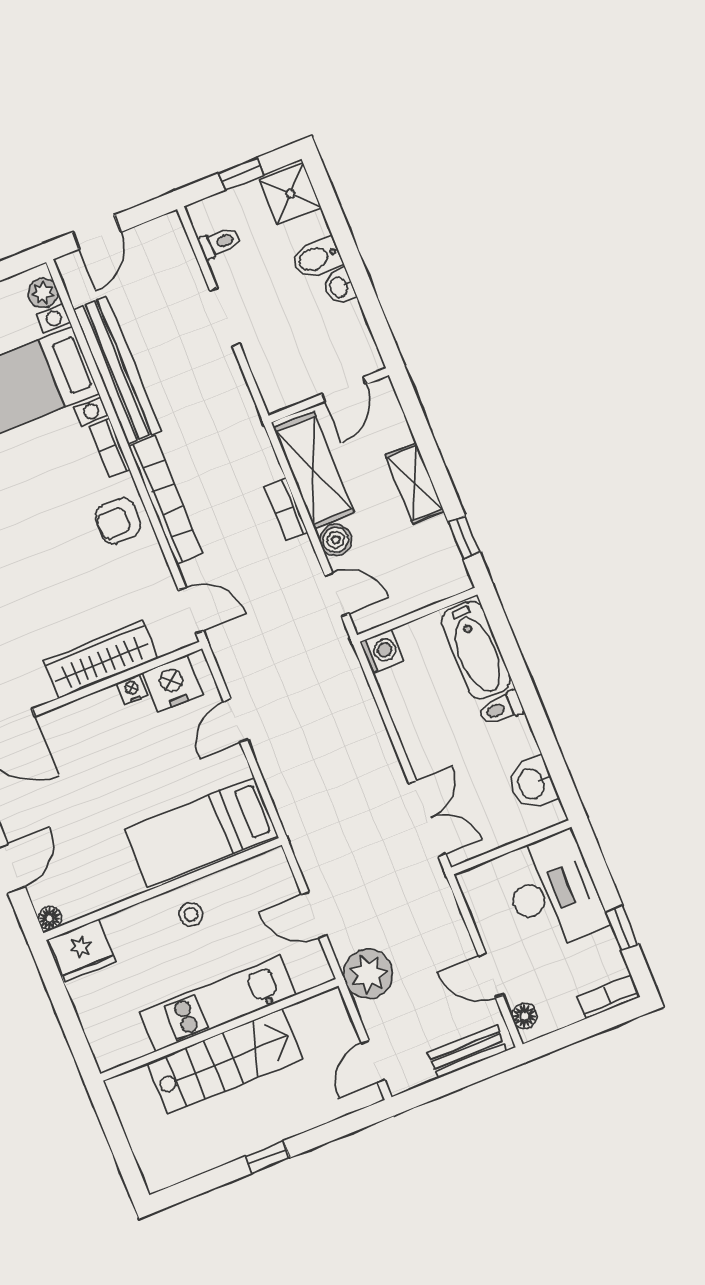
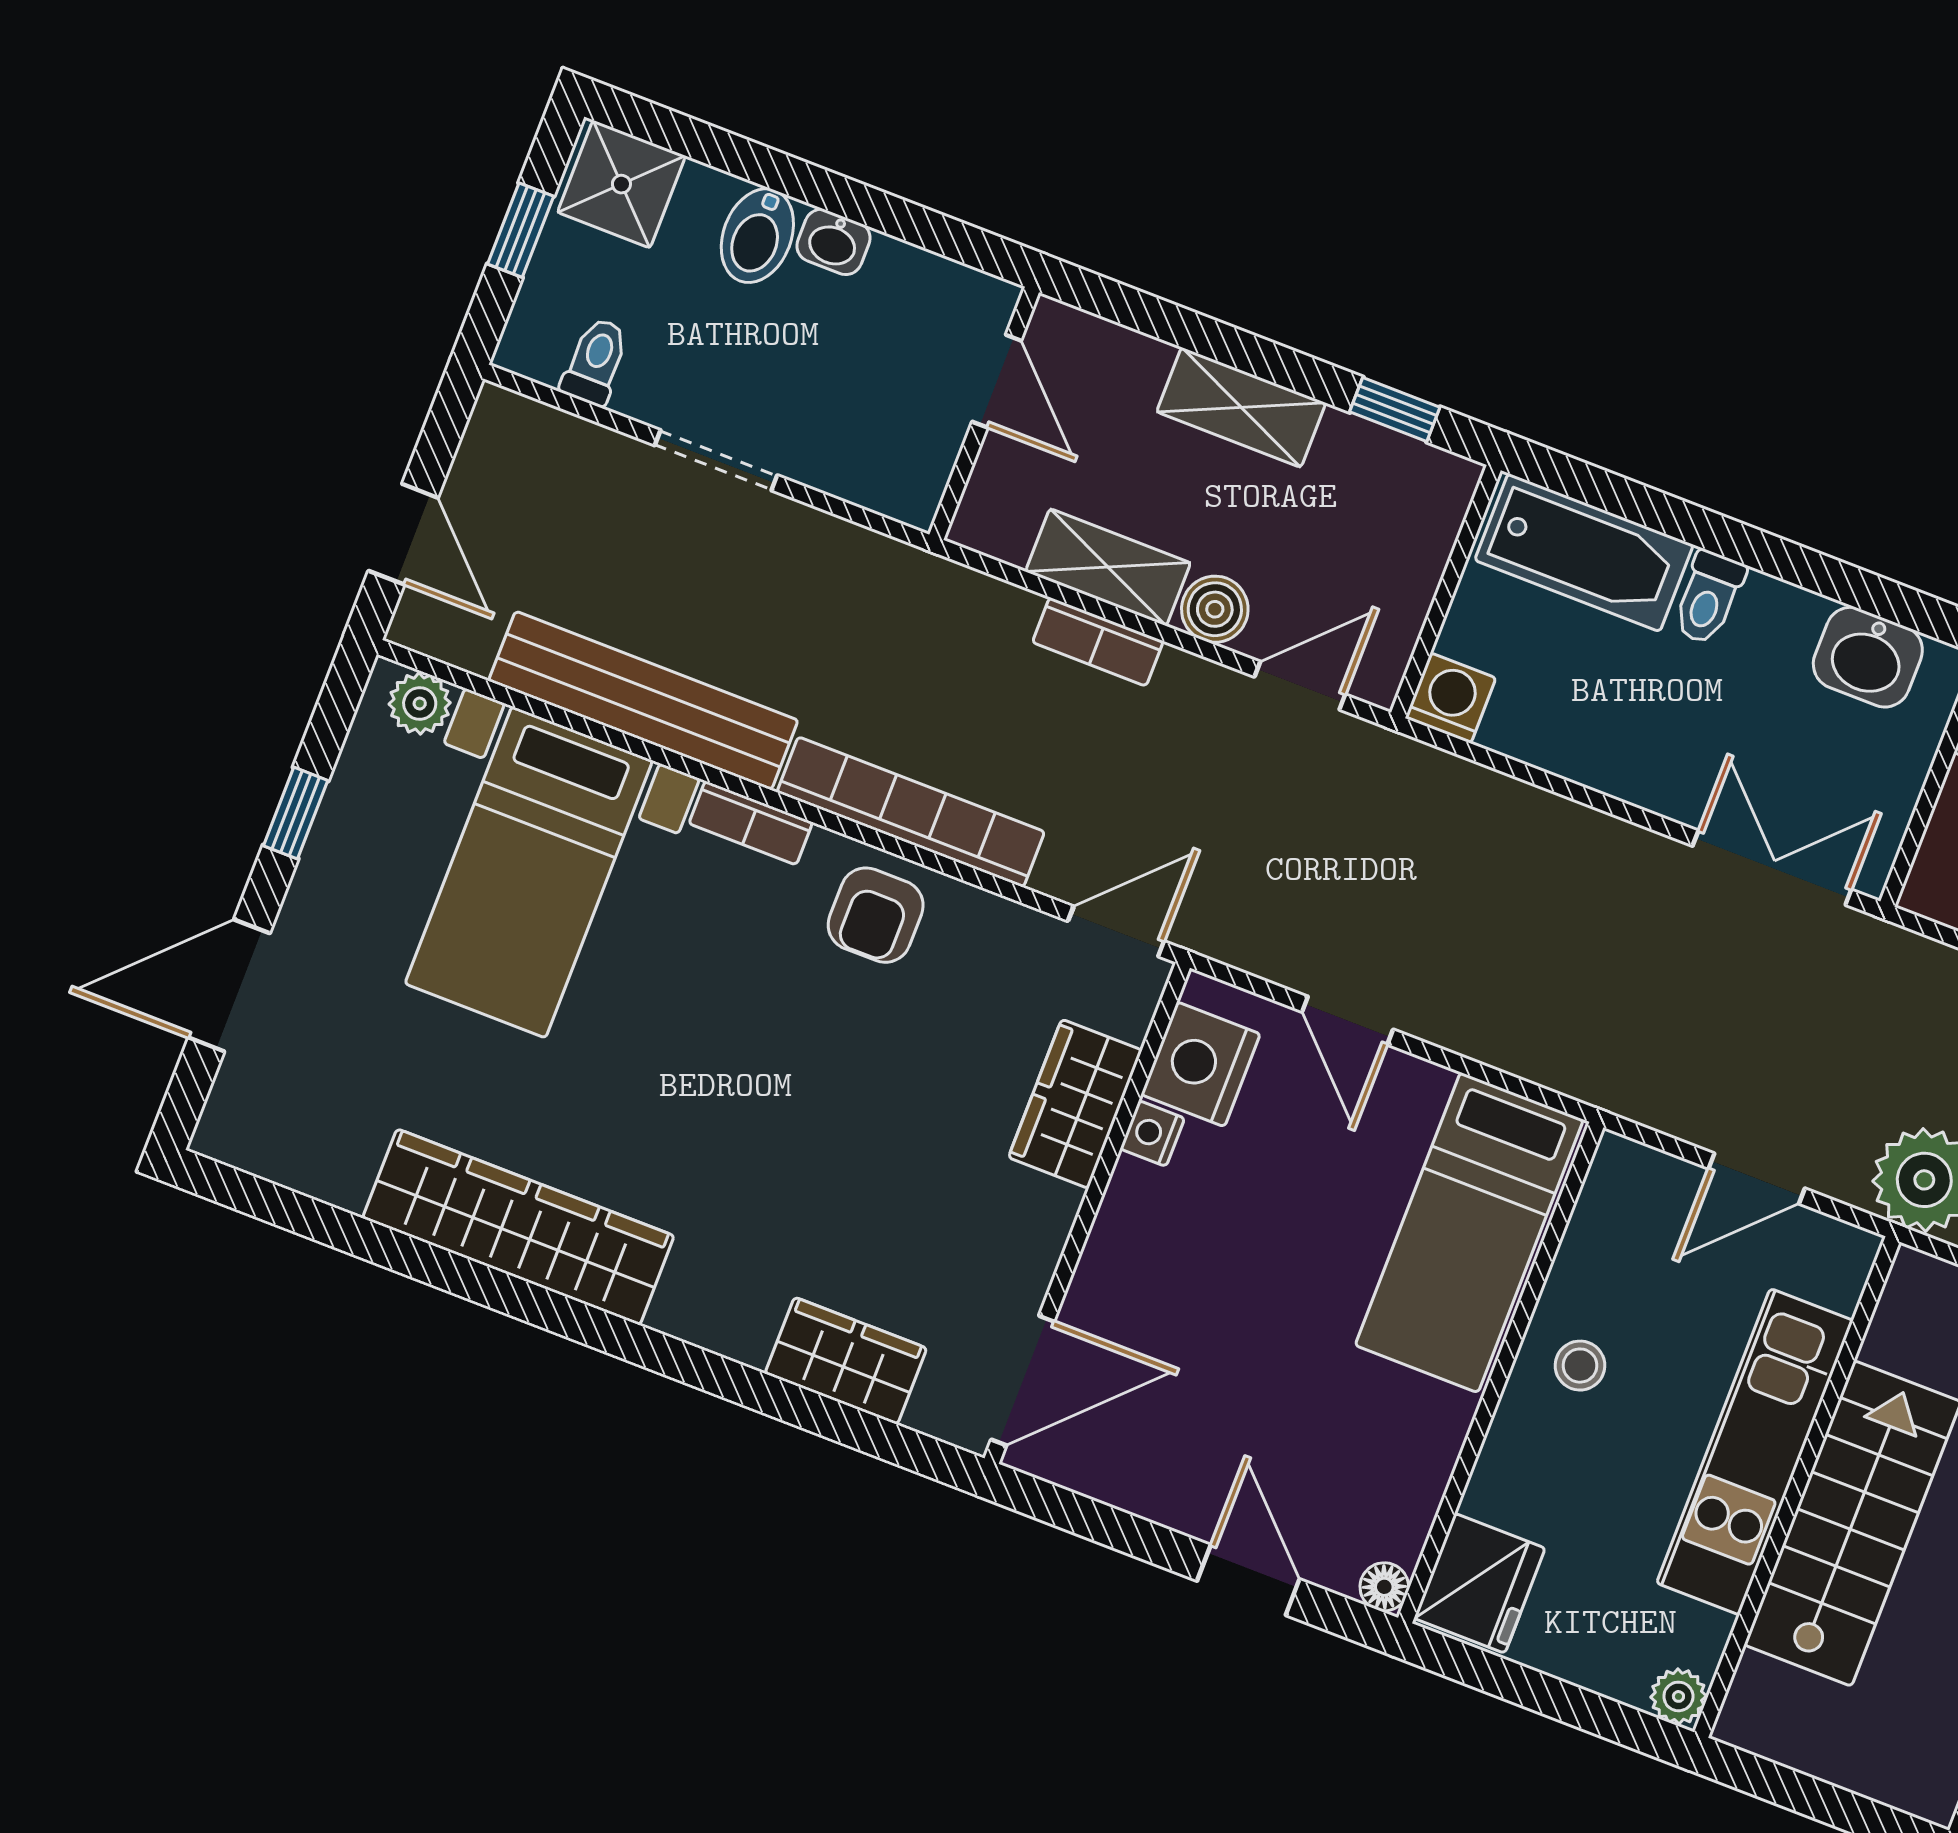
shelving: (314, 470) -> (1108, 567), width x0.67, depth x0.75
wardrobe: (101, 659) -> (1075, 1104), width x0.67
plant: (108, 1057) -> (1678, 1696), added

